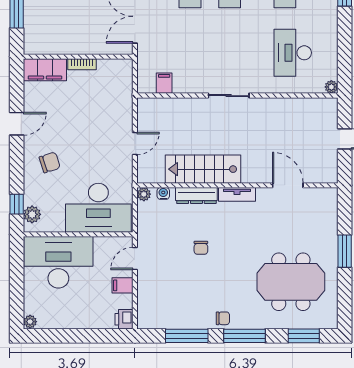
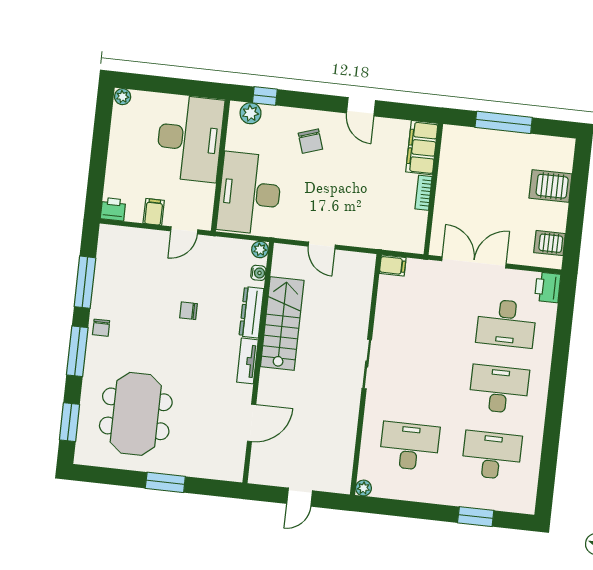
filing cabinet: (164, 83) -> (393, 266), moved
door: (135, 258) -> (184, 230), swing flipped

